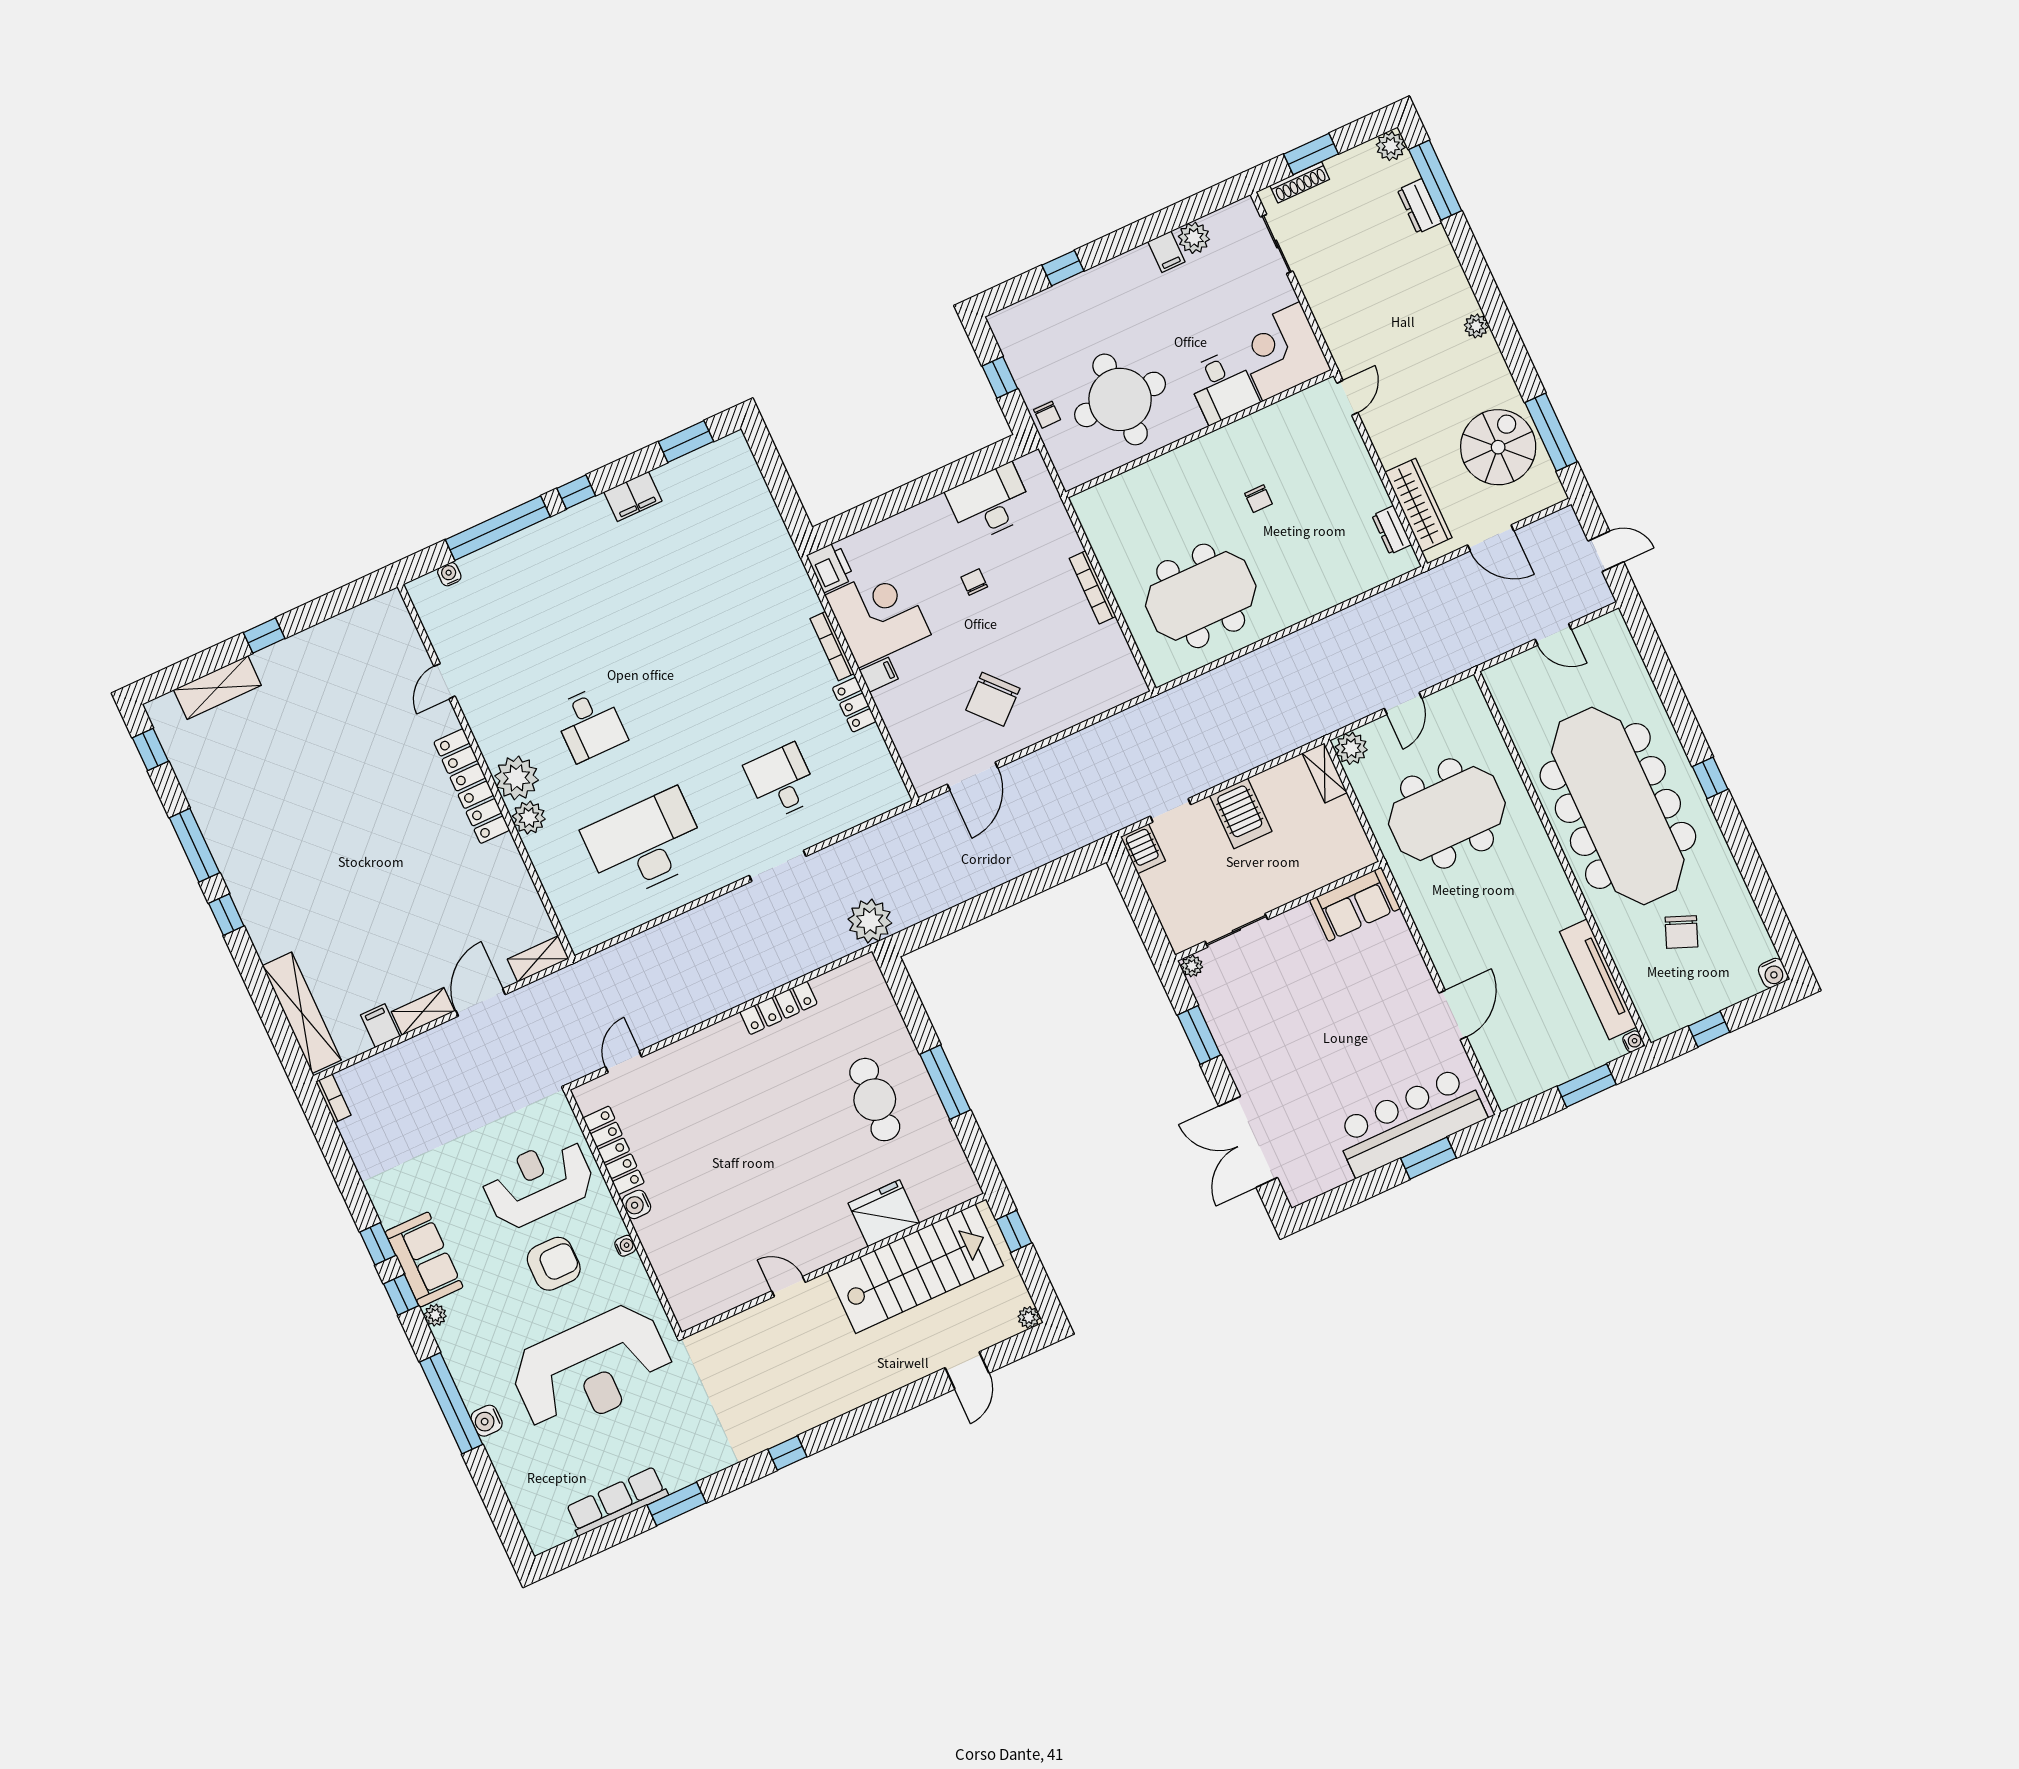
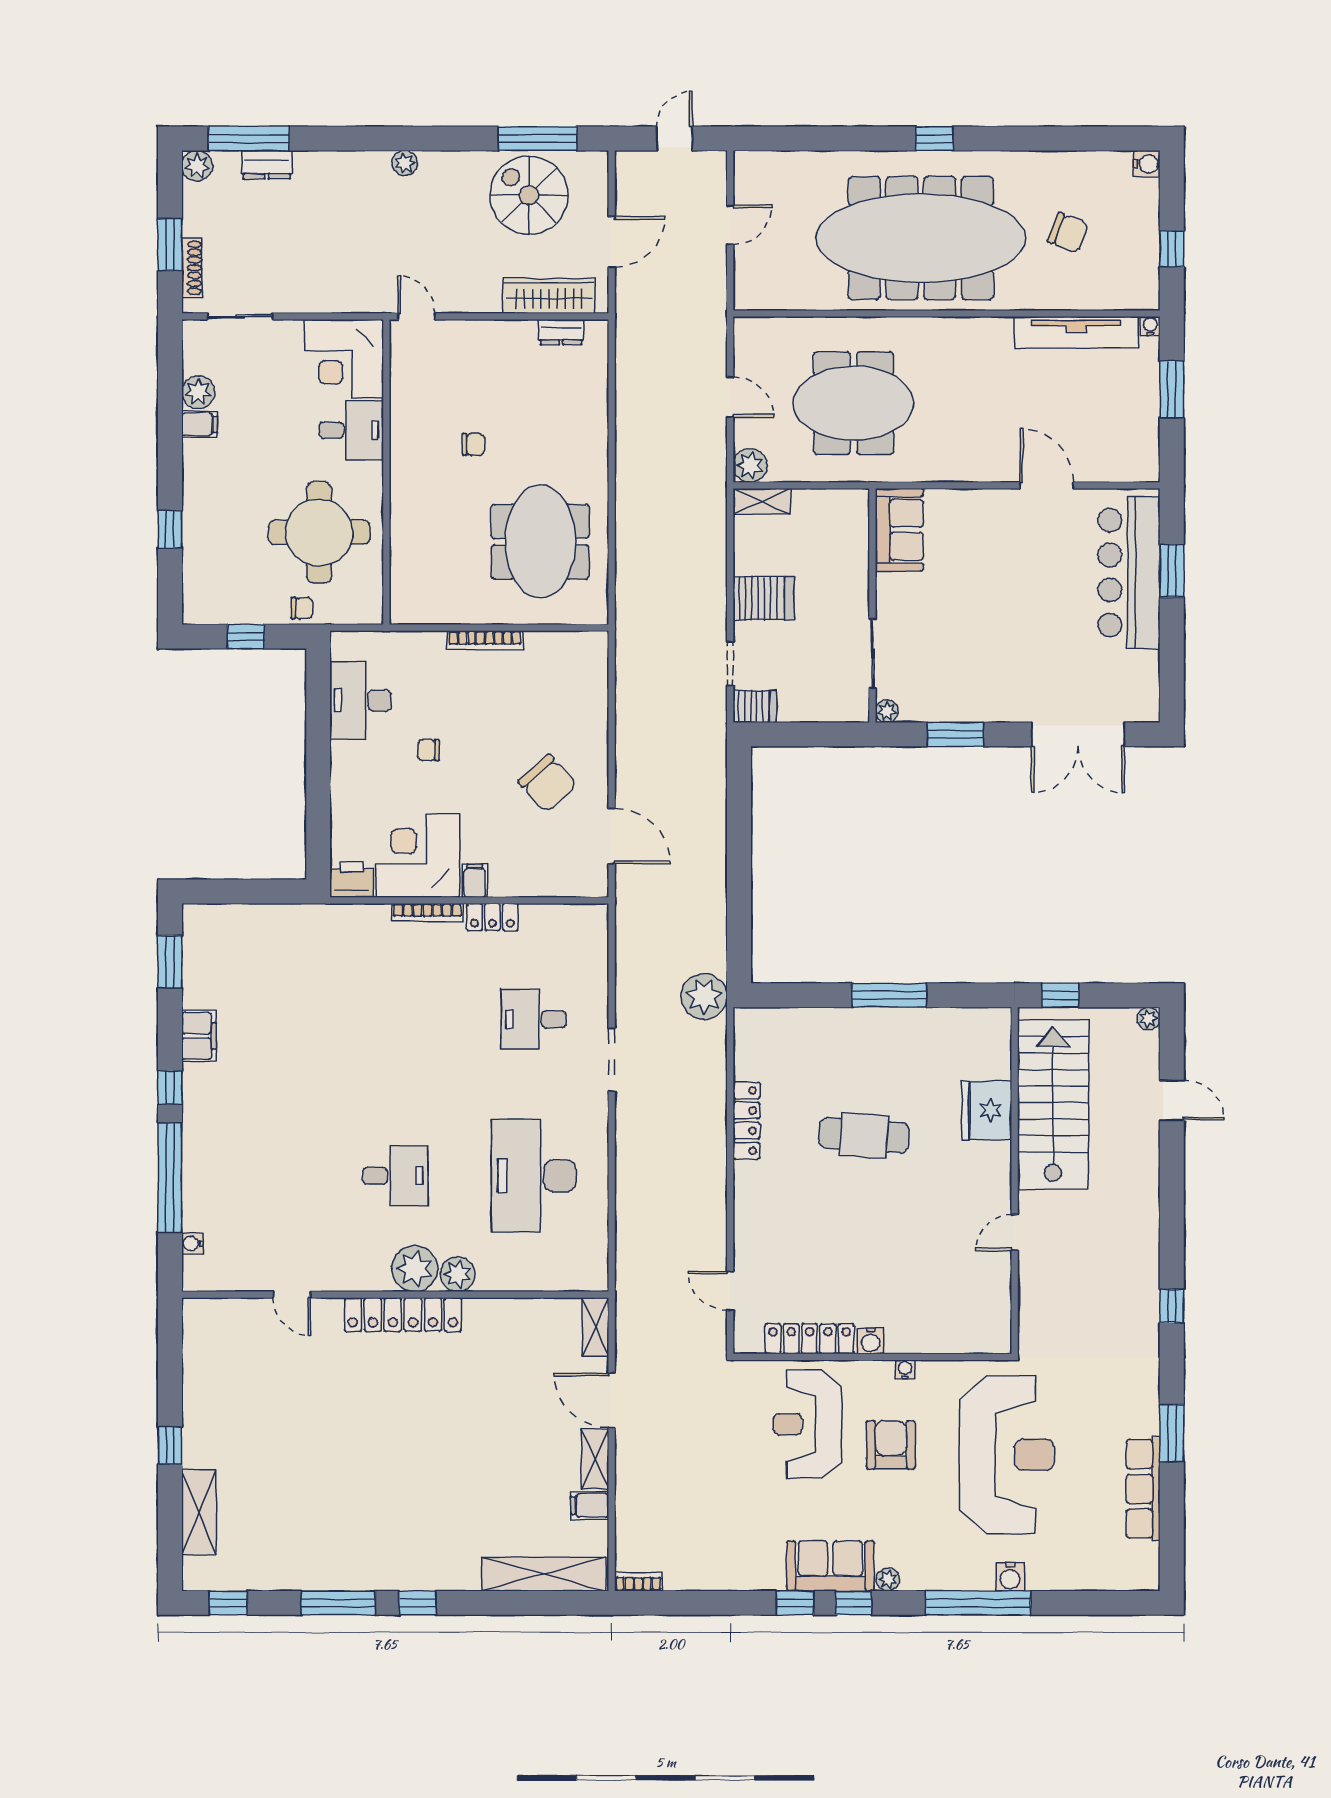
meeting table: (1447, 813) -> (854, 403), turned 90
cafe table: (875, 1100) -> (864, 1135), moved

